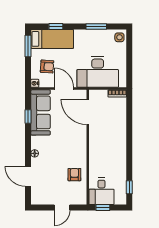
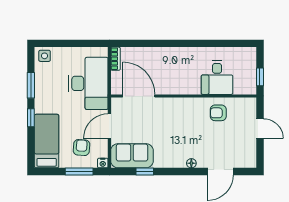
window: (56, 27) -> (31, 118), moved
window: (28, 46) -> (79, 172), moved
sofa: (41, 112) -> (132, 156), width x0.73
door: (88, 112) -> (139, 96), swing flipped
window: (129, 187) -> (234, 43), removed
desk: (101, 191) -> (217, 78), moved, turned 90

